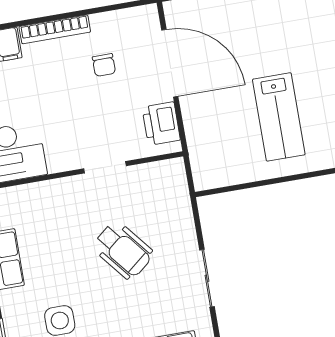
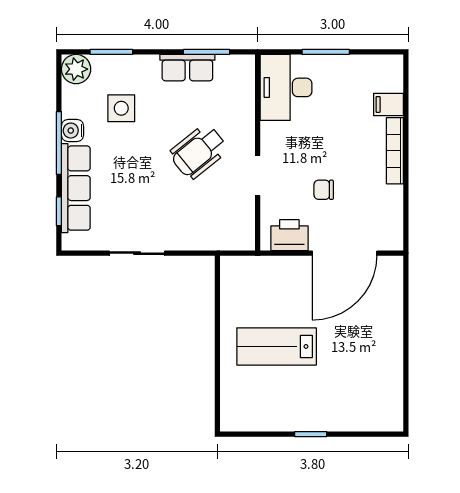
chair: (104, 65) -> (324, 190), moved
wheelchair: (123, 250) -> (199, 152), moved

